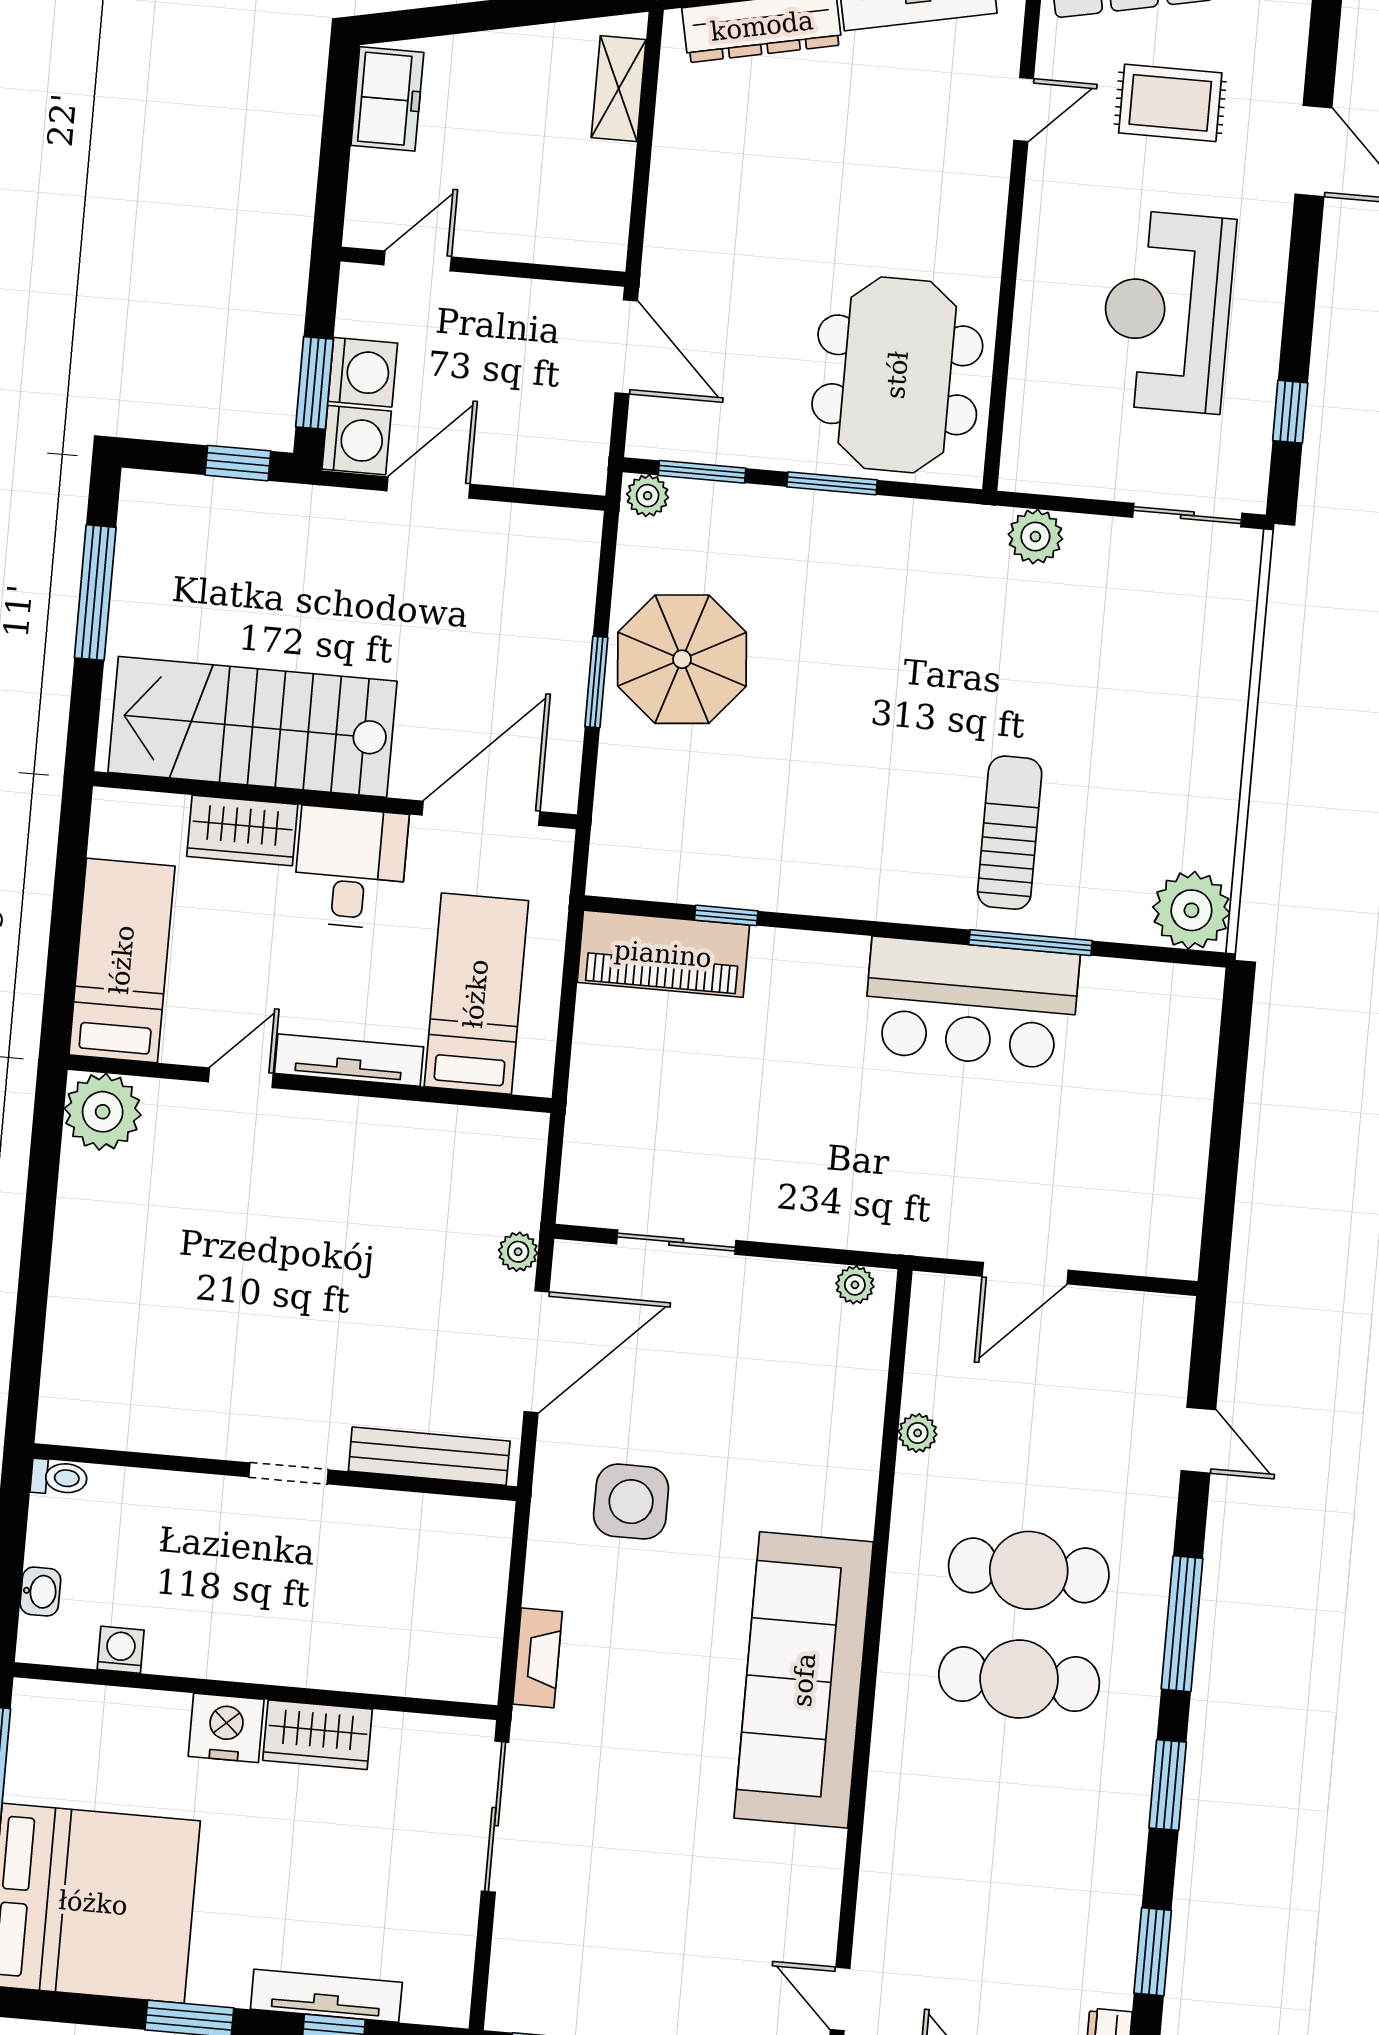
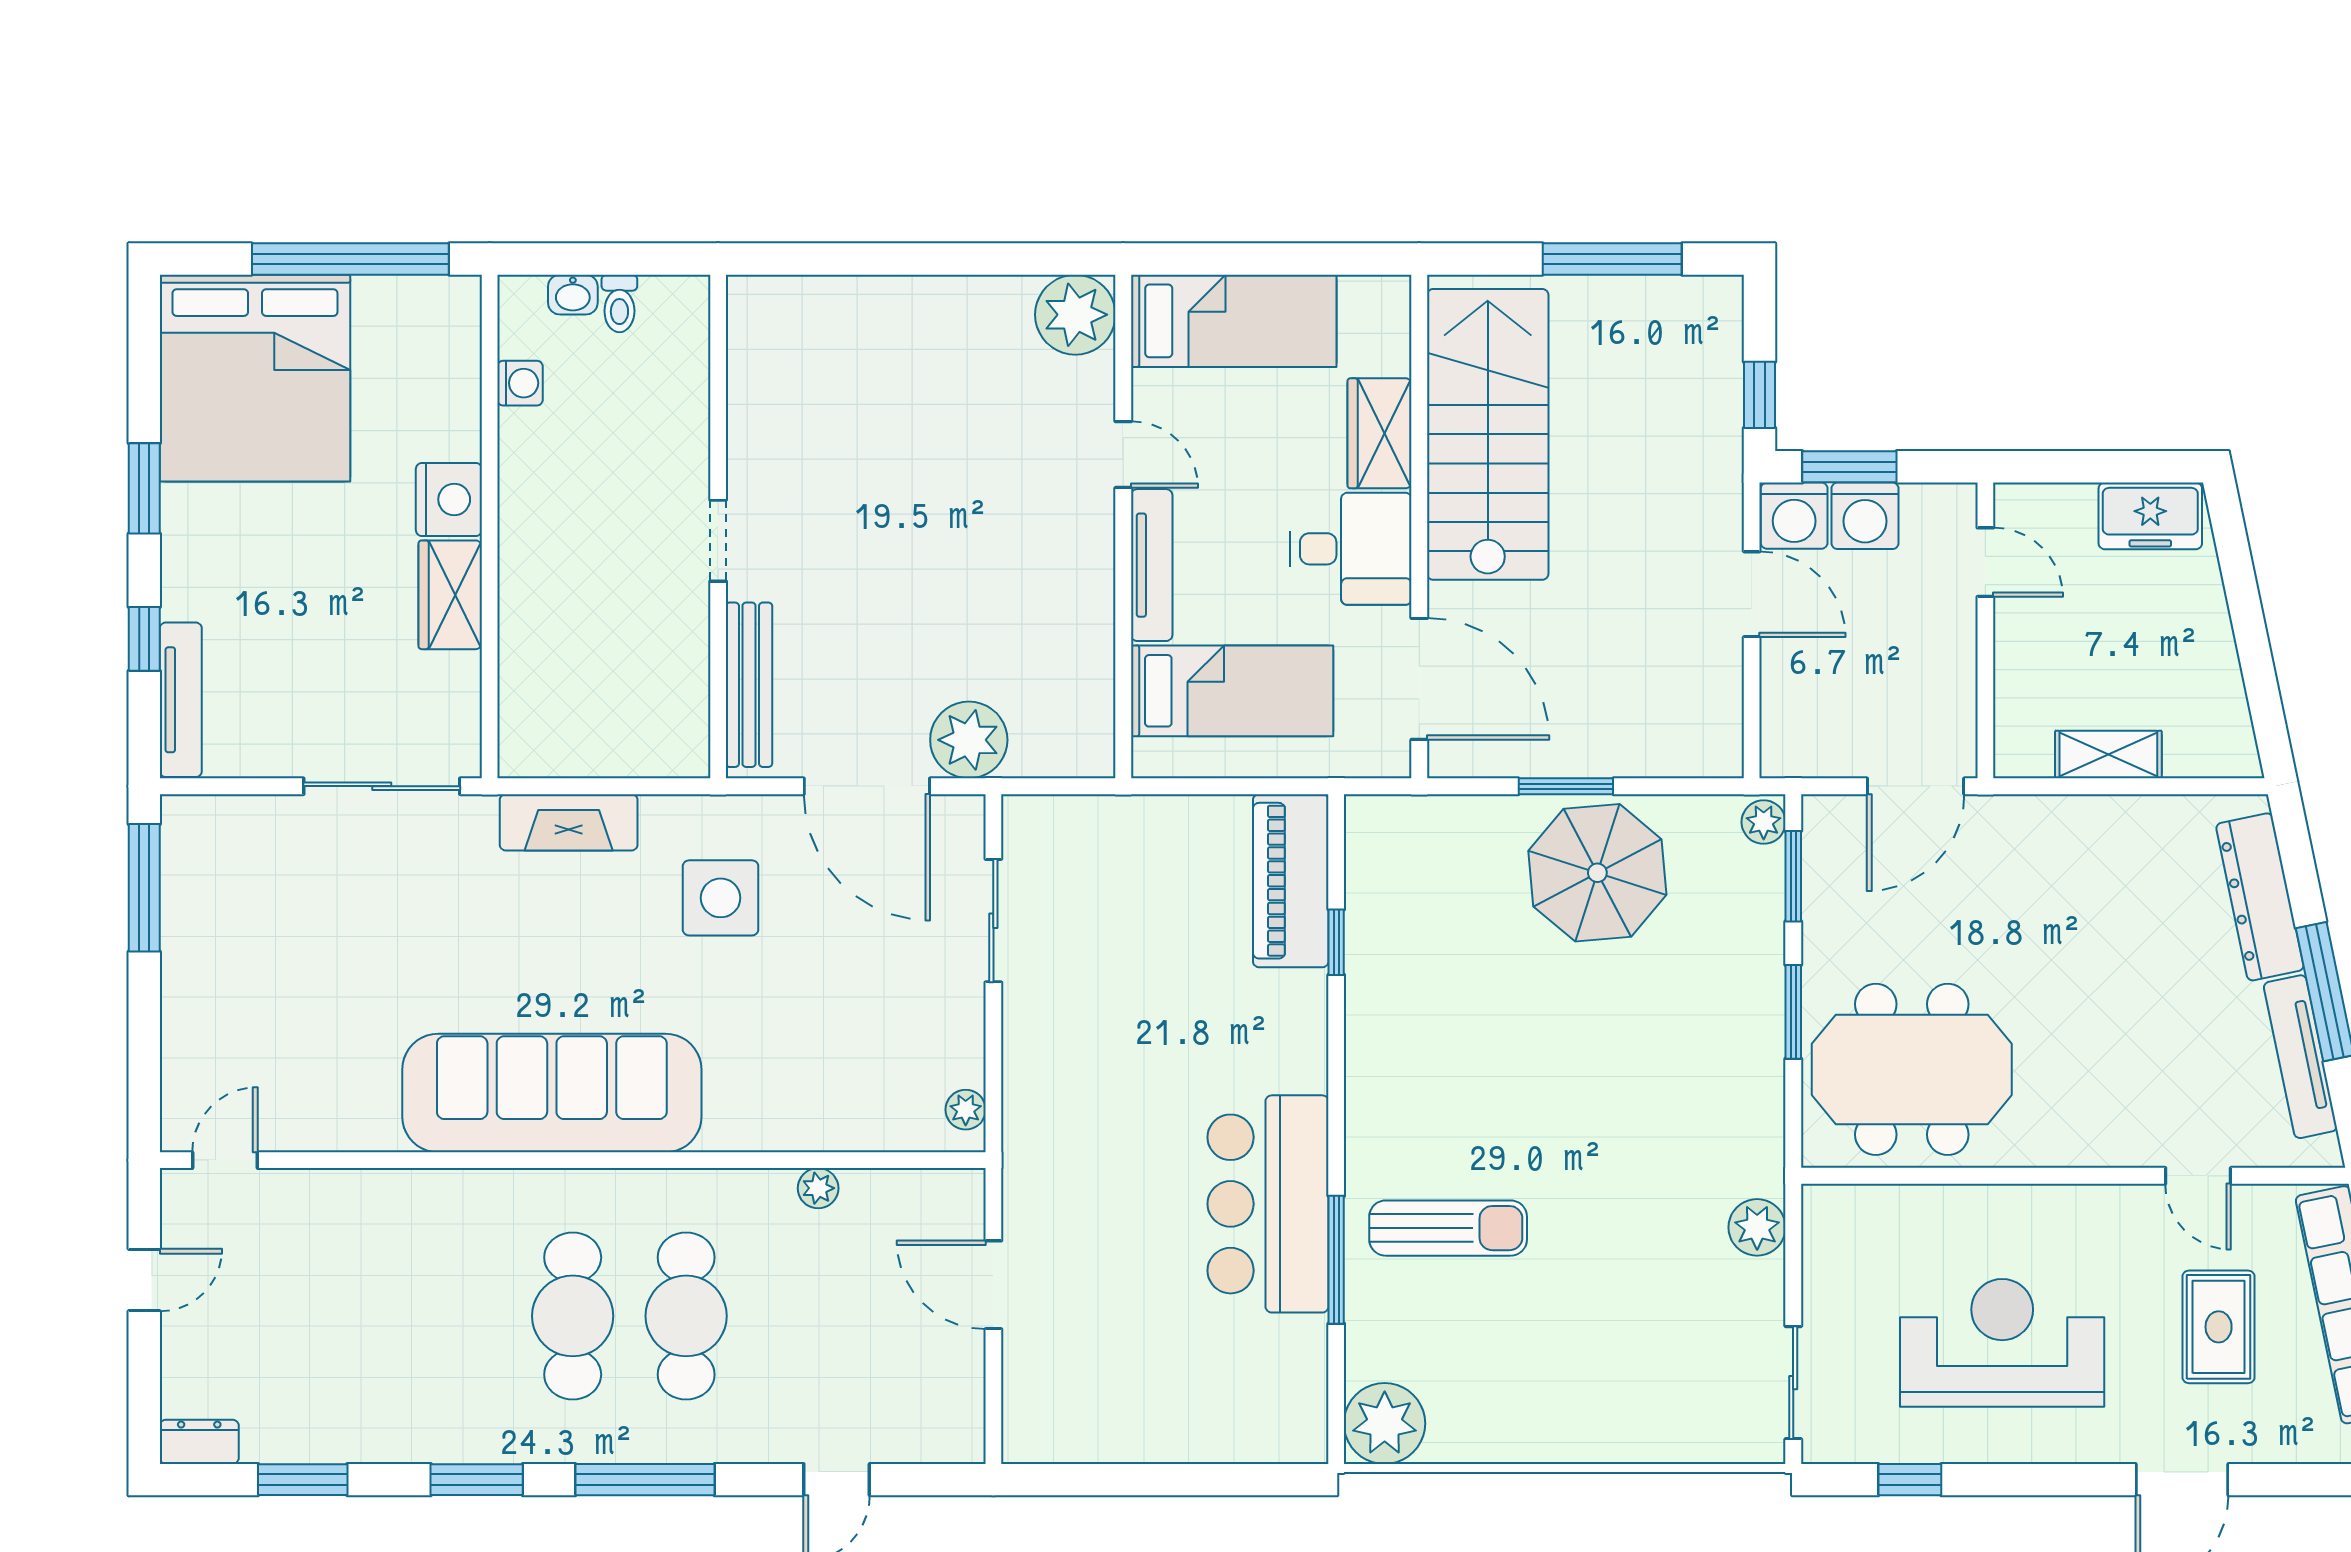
shelving: (619, 89) -> (2108, 754), moved
plant: (518, 1252) -> (969, 740), width x1.88, depth x1.88
toilet: (59, 1478) -> (619, 303), moved
fireplace: (538, 1658) -> (569, 822), width x1.37, depth x1.32
tv unit: (326, 1996) -> (181, 700), moved

